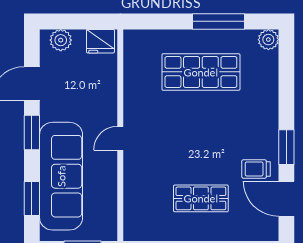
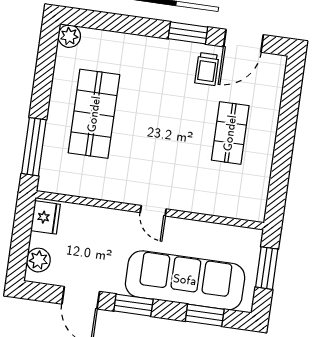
window: (219, 21) -> (34, 147), moved

